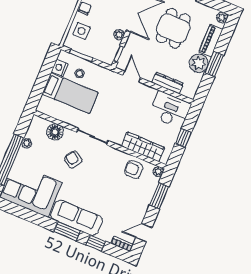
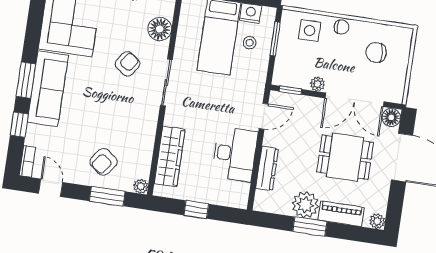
desk: (170, 110) -> (235, 154), moved
armchair: (134, 170) -> (104, 162), moved, turned -144

